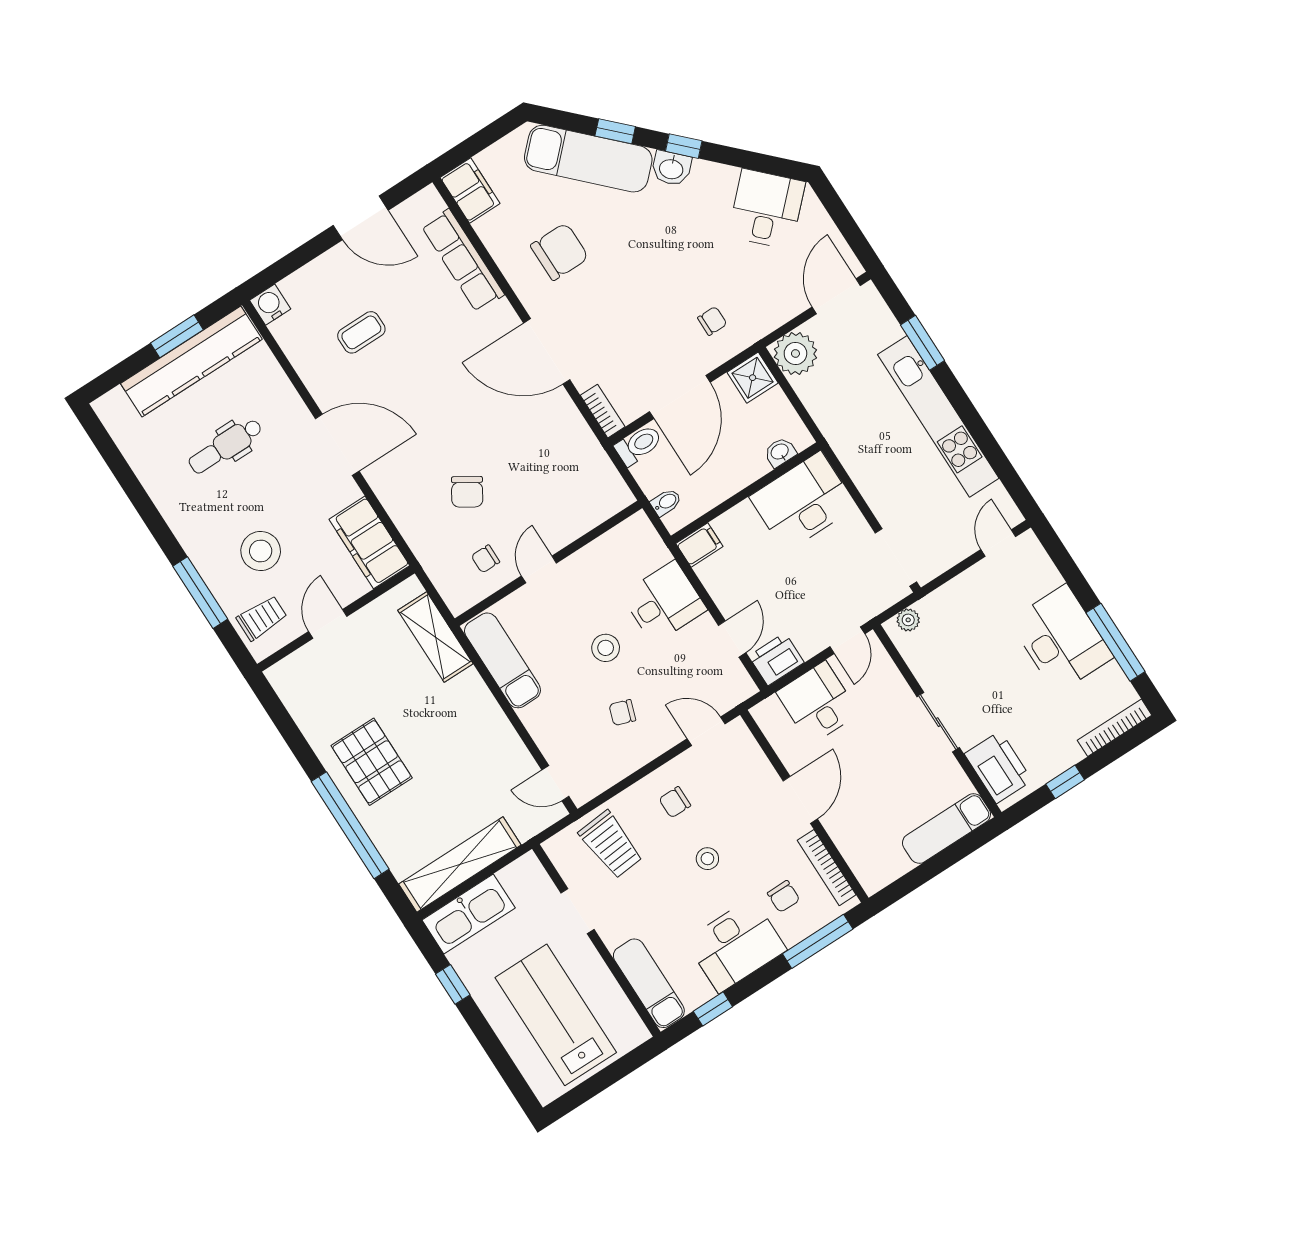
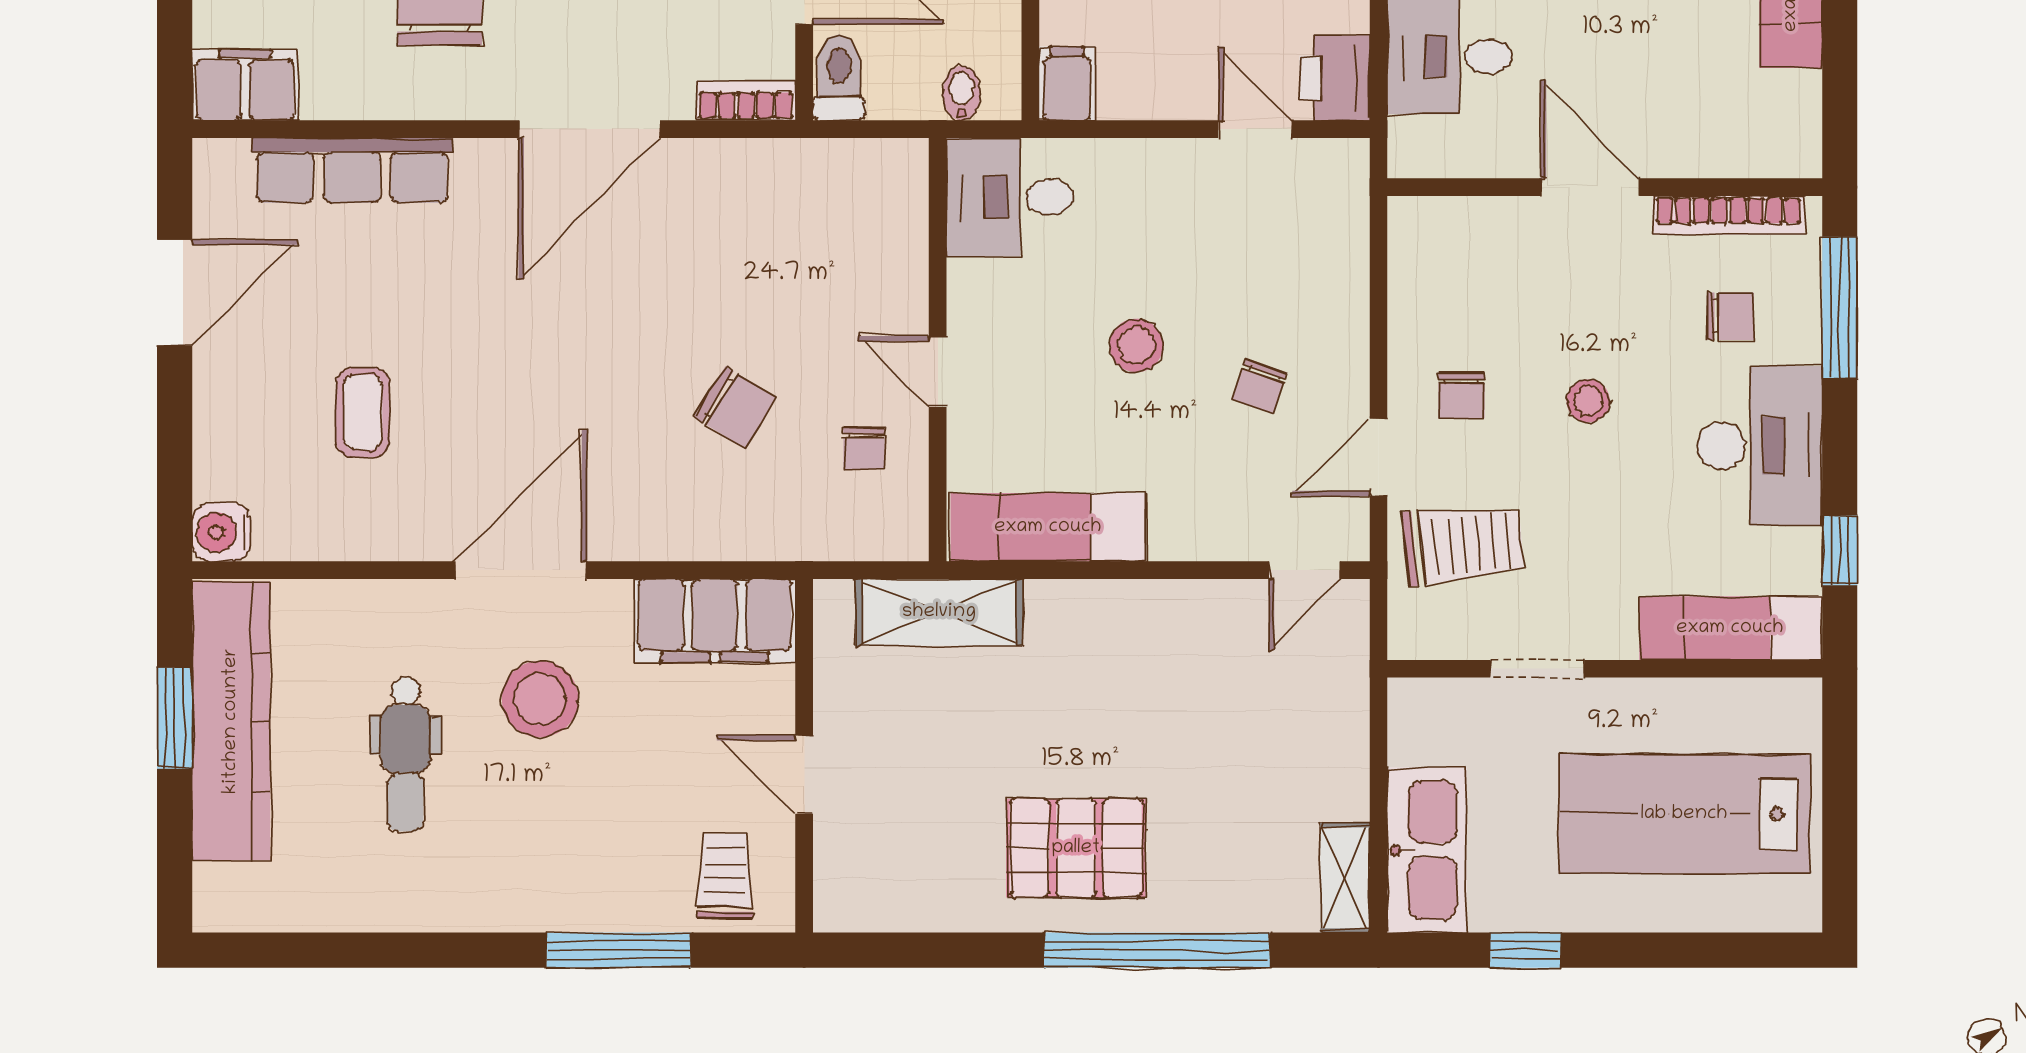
stool: (261, 551) -> (540, 699), moved
desk: (664, 602) -> (1010, 197), moved, turned -90
door: (706, 731) -> (1379, 457), moved
shelving: (460, 865) -> (1345, 878), width x0.45, depth x0.75

